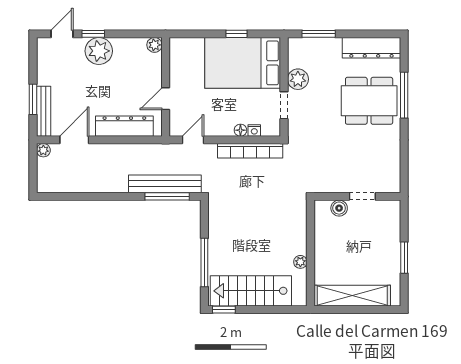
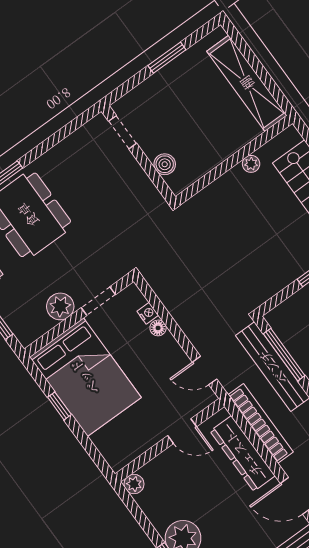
bookcase: (250, 151) -> (261, 423), moved
doorway: (362, 196) -> (123, 132), moved

